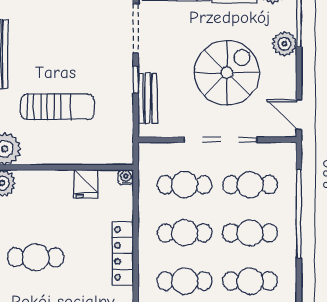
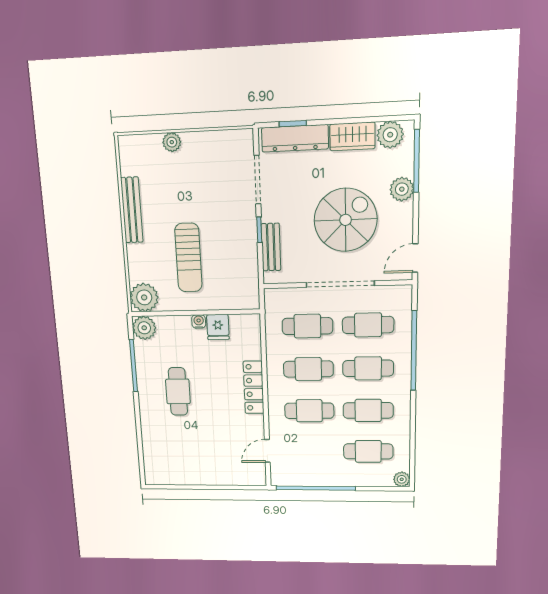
sun lounger: (57, 107) -> (188, 258), turned 90
door: (299, 114) -> (415, 258), hinge flipped
water cooler: (126, 177) -> (199, 322), moved
cafe table: (36, 257) -> (178, 391), turned 90

